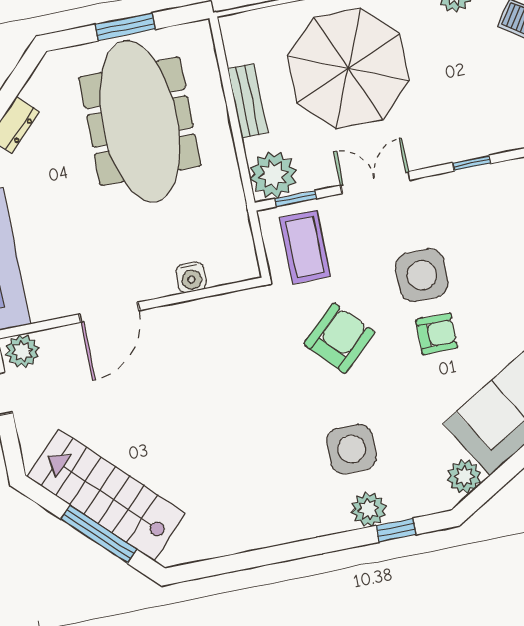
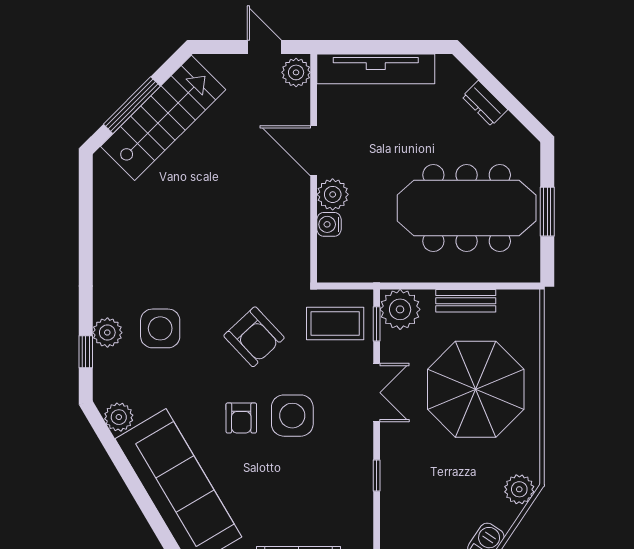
plant: (156, 280) -> (333, 194), added

